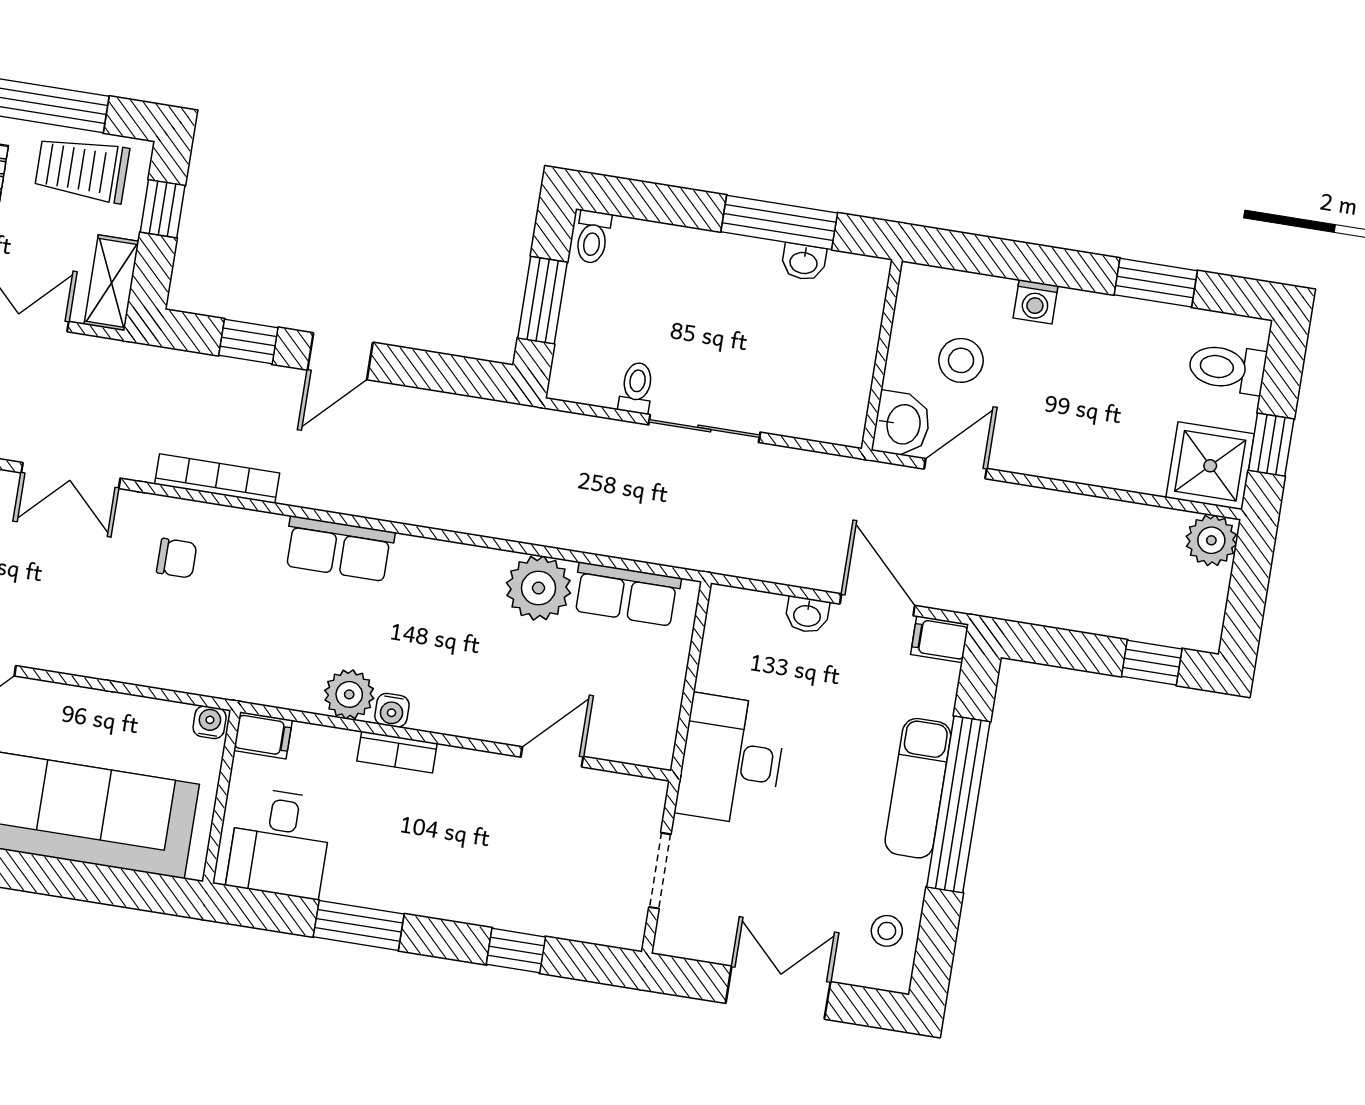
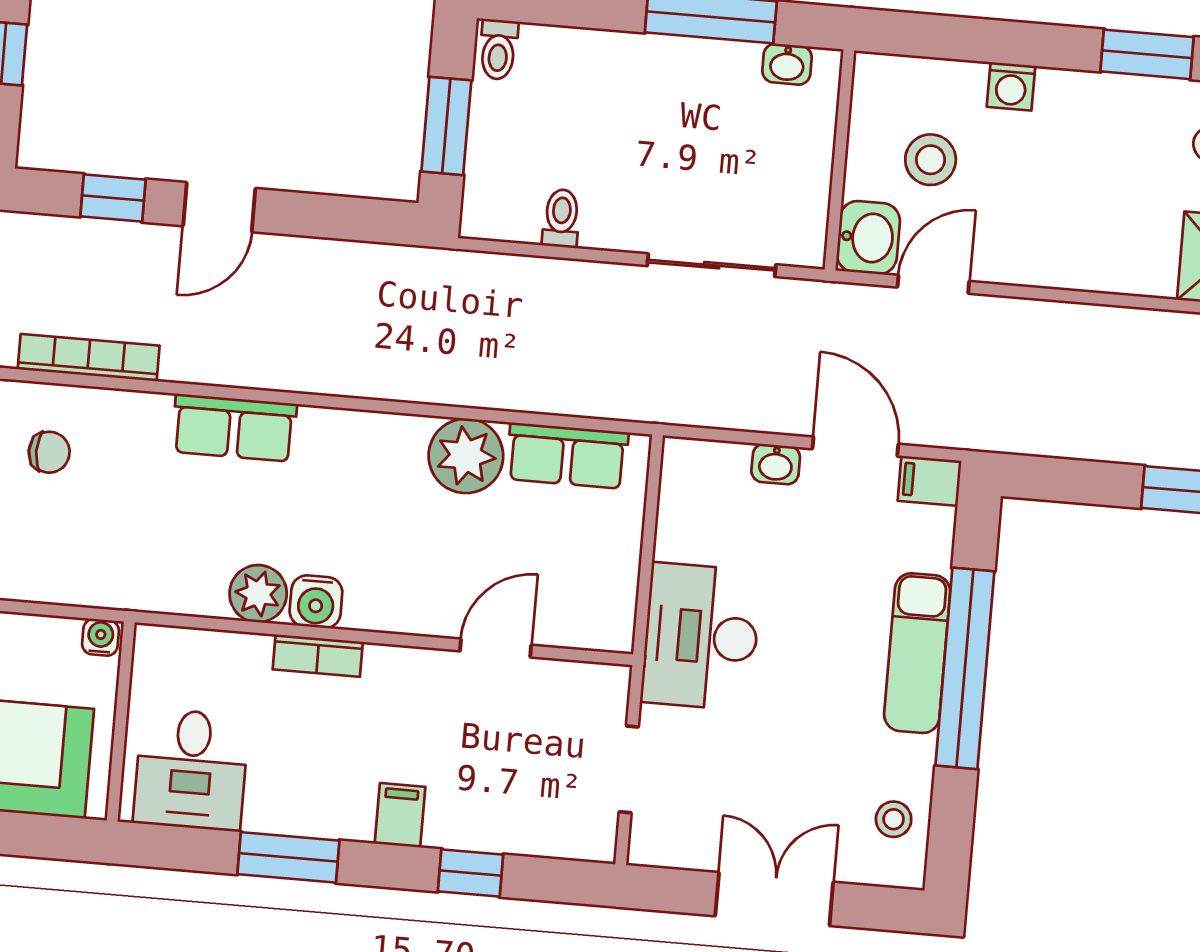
washbasin: (804, 262) -> (787, 64), moved
sliding door: (704, 428) -> (712, 265), moved
water cooler: (392, 710) -> (316, 602), width x1.38, depth x1.38
filing cabinet: (263, 735) -> (400, 815), moved, turned -90

